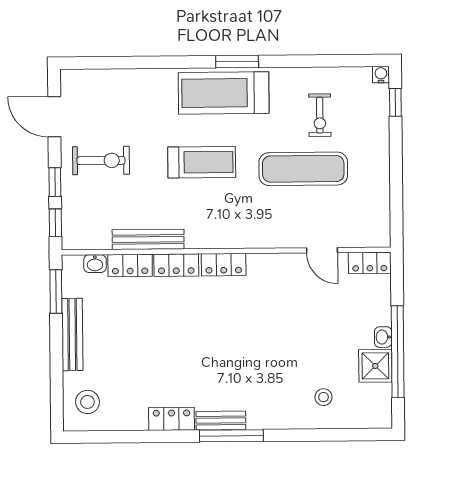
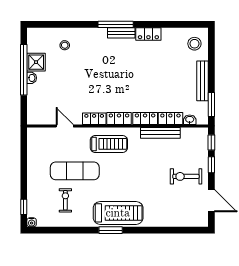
treadmill: (202, 162) -> (109, 144), moved, turned 180
locker: (370, 263) -> (94, 119), moved

